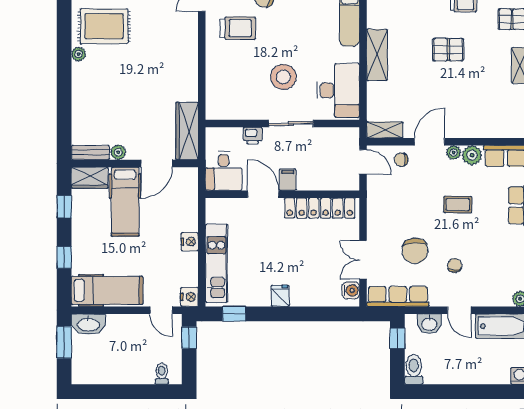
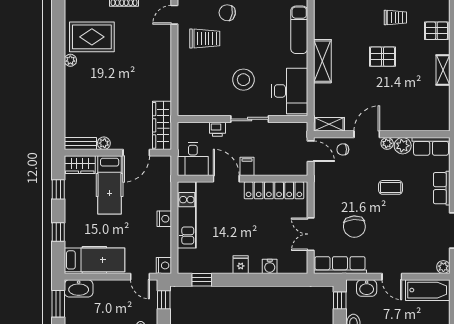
kitchen unit: (216, 263) -> (187, 215), moved
chair: (455, 265) -> (388, 239), removed
water cooler: (351, 290) -> (270, 266), moved, turned 90

